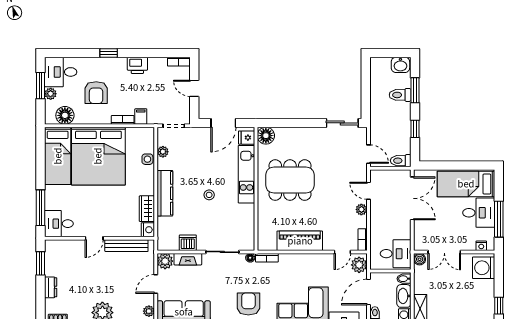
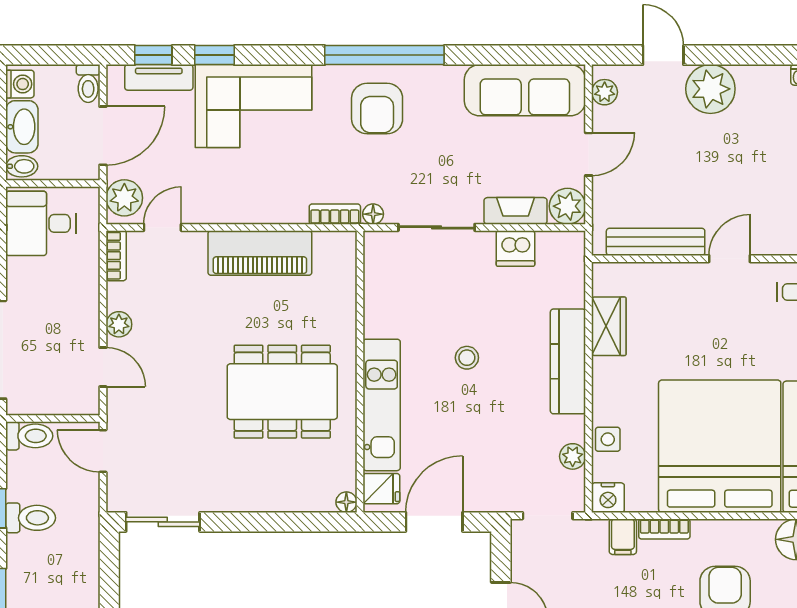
toilet: (400, 95) -> (31, 518), moved
floor lamp: (266, 136) -> (346, 502), width x0.53, depth x0.53
nightstand: (148, 230) -> (608, 498), moved, turned -90

